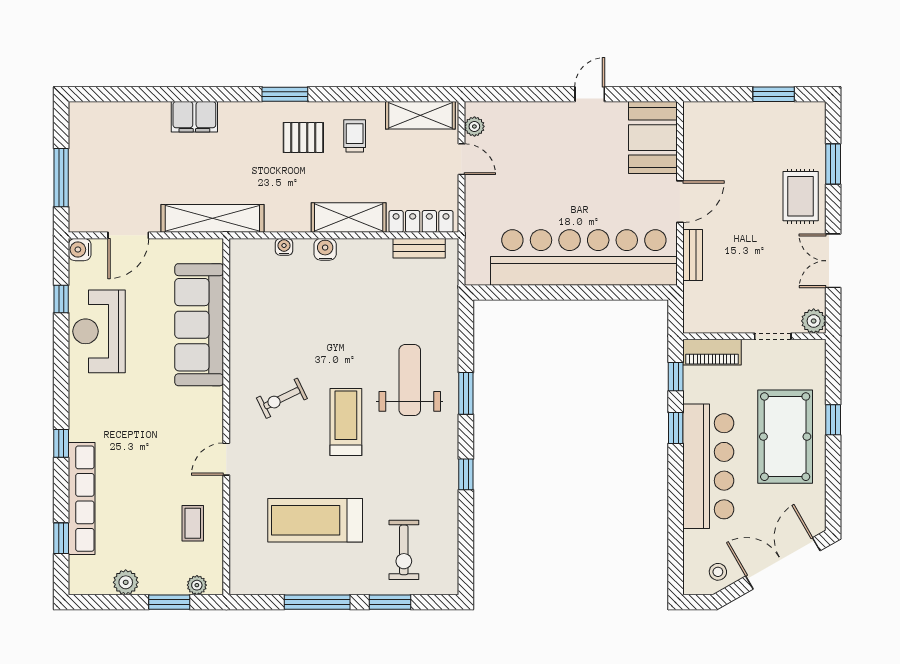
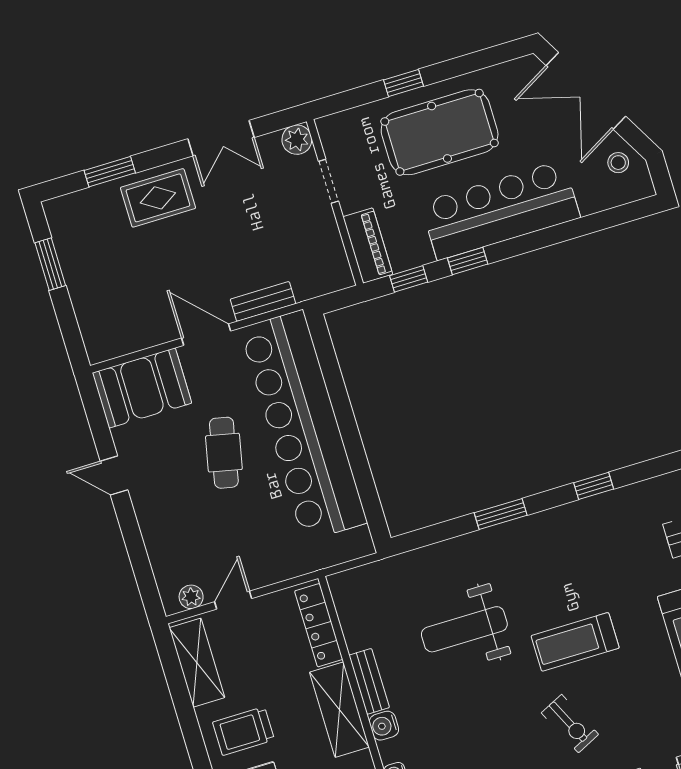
trolley: (355, 136) -> (243, 731), width x1.36, depth x1.39
cafe table: (581, 187) -> (224, 453), added
bench: (419, 248) -> (369, 681), moved
weight bench: (410, 380) -> (464, 629), moved

